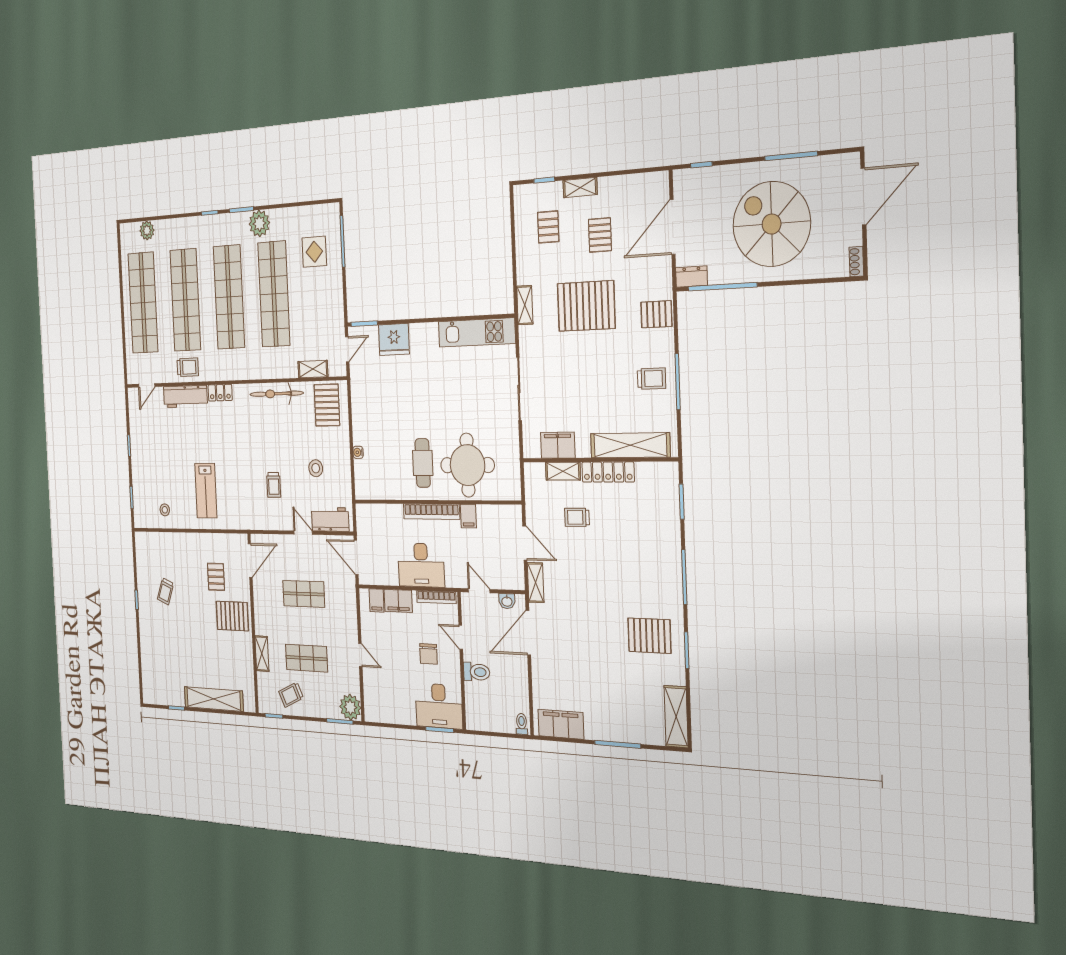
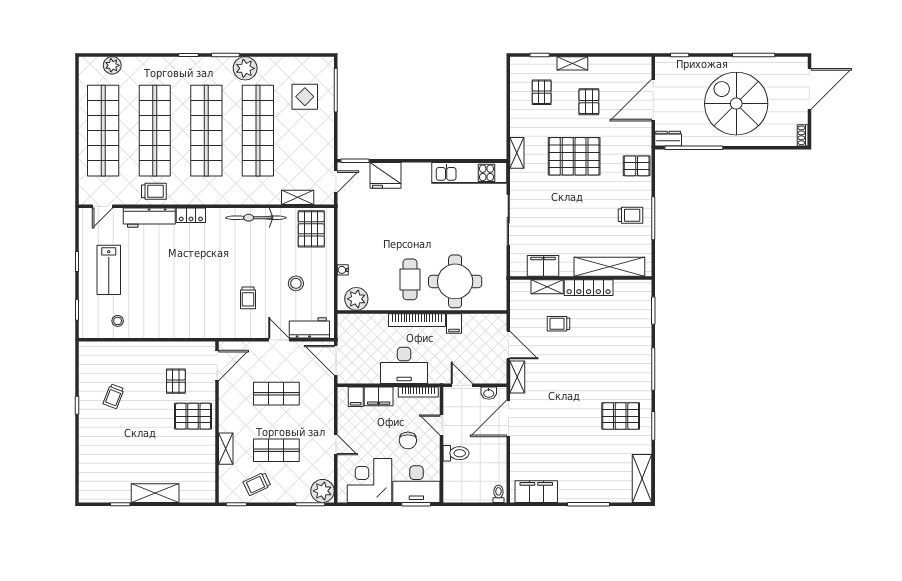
plant: (372, 486) -> (356, 299), added
lab bench: (206, 491) -> (109, 270), moved
corner desk: (394, 698) -> (370, 480), added
shelving: (214, 699) -> (155, 493), width x0.68

